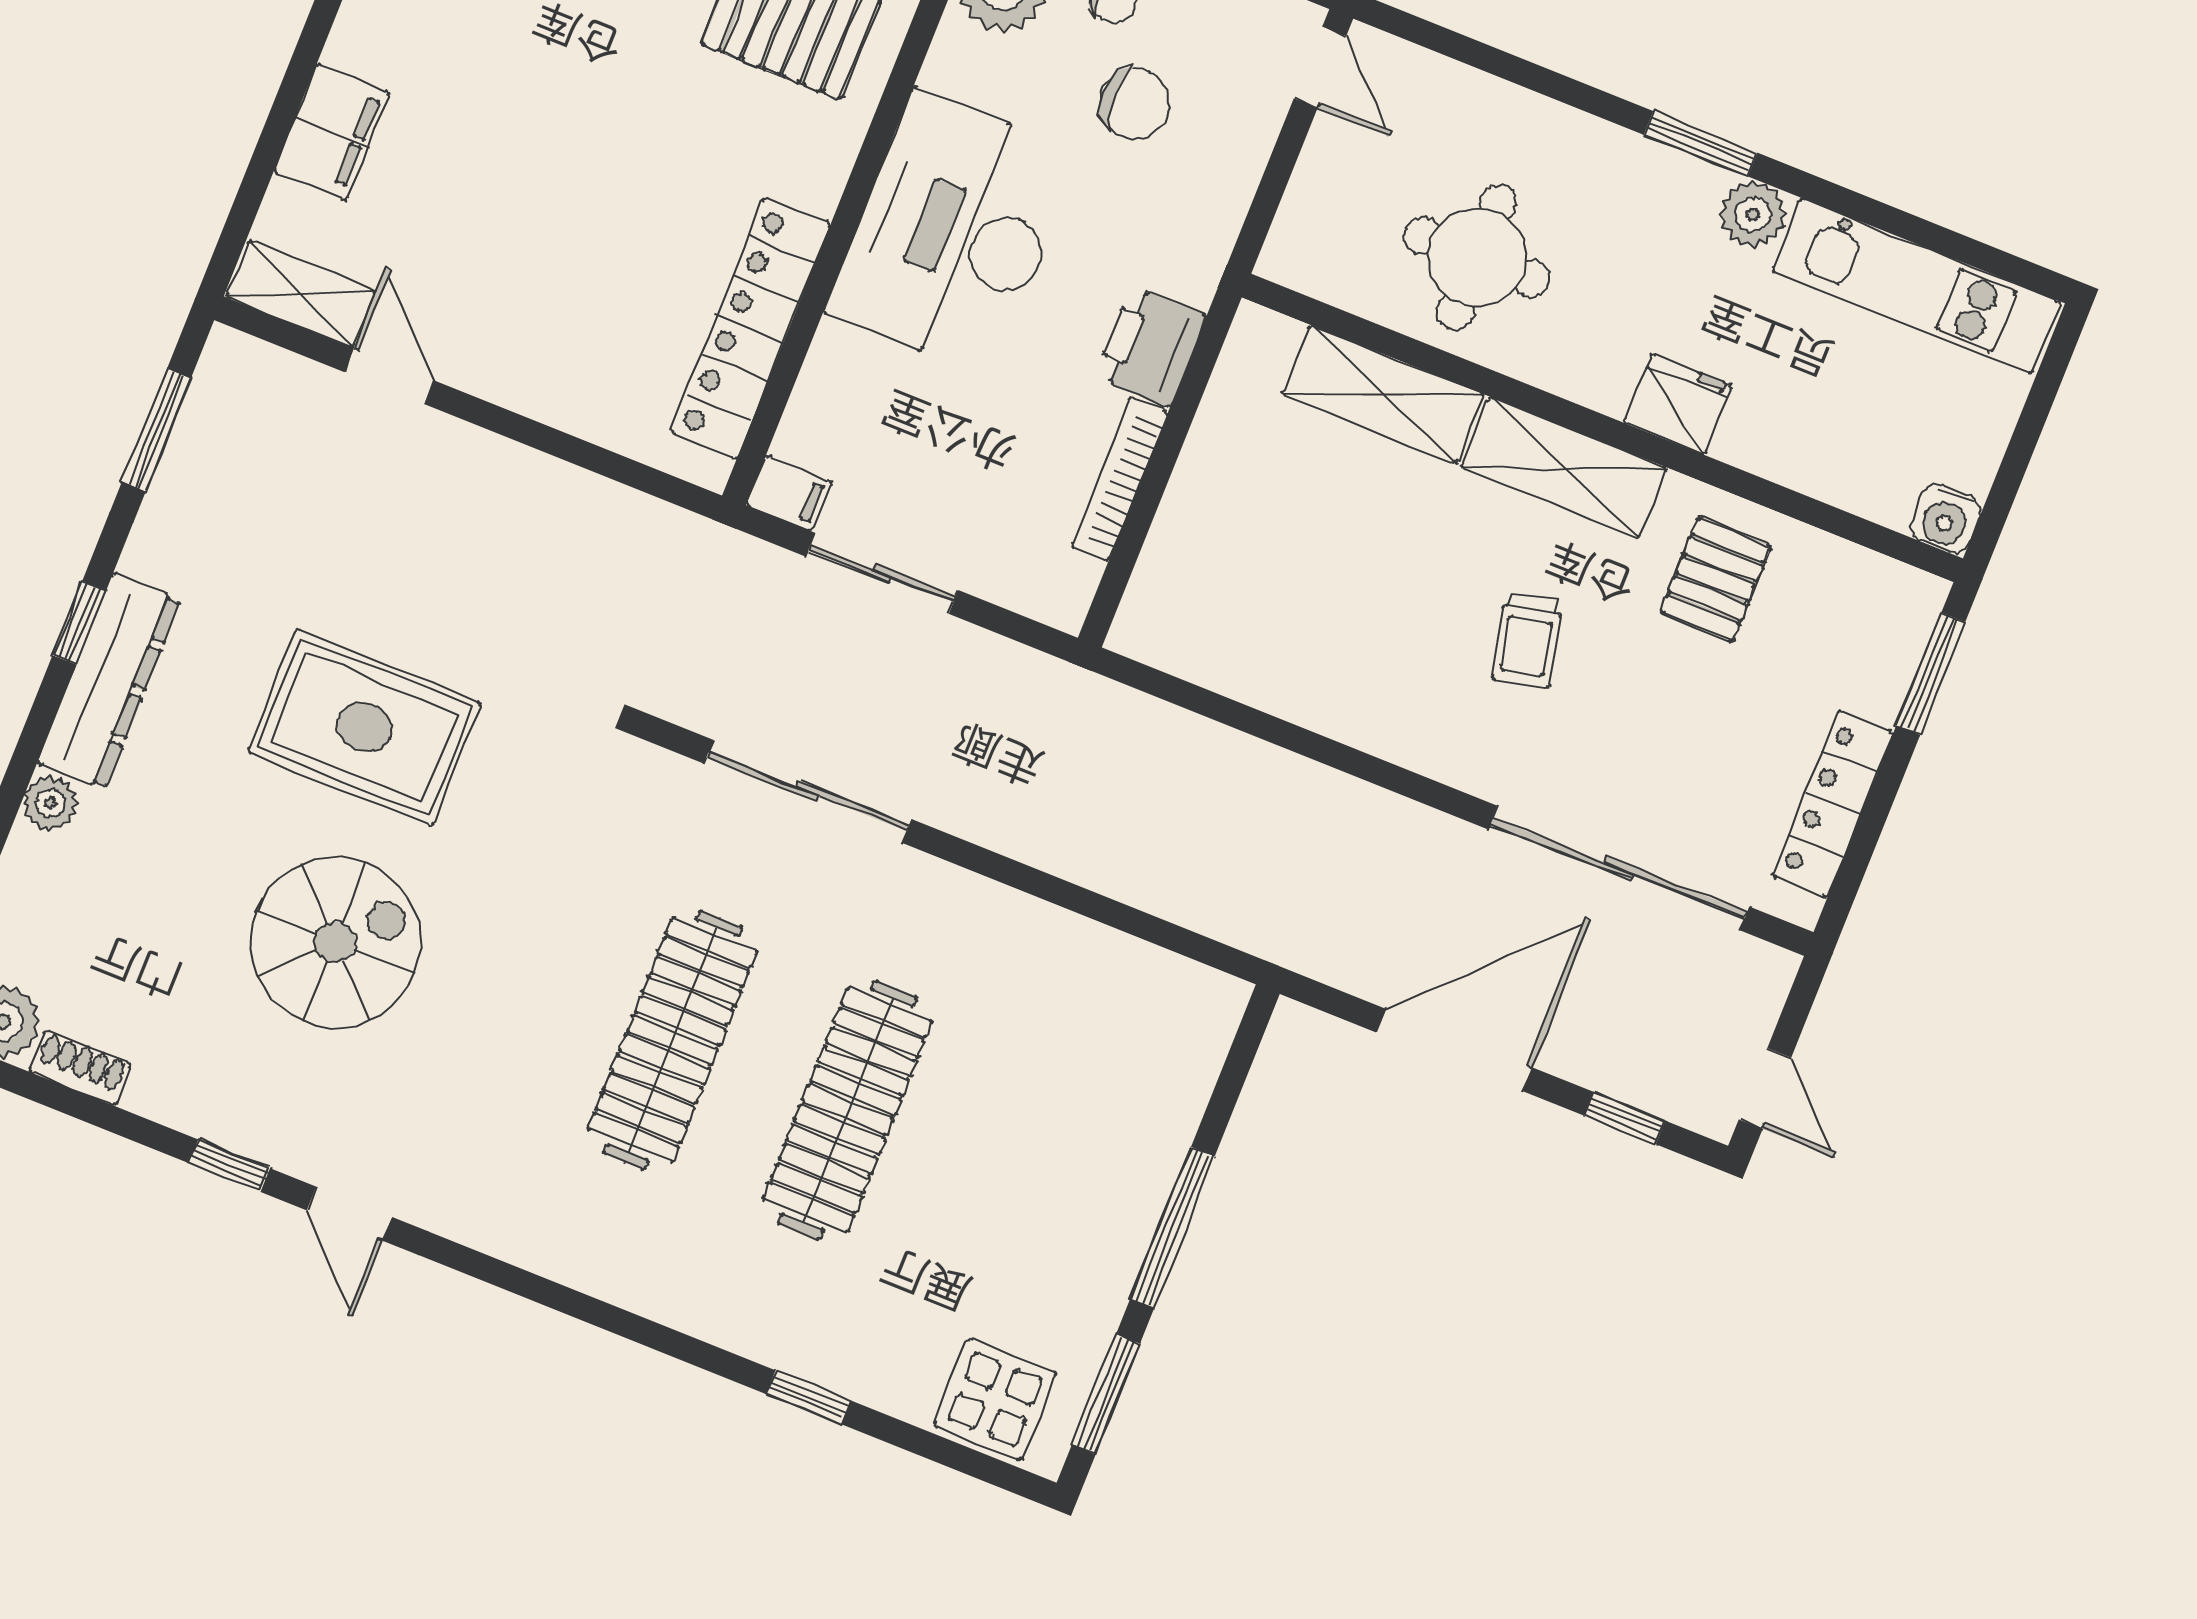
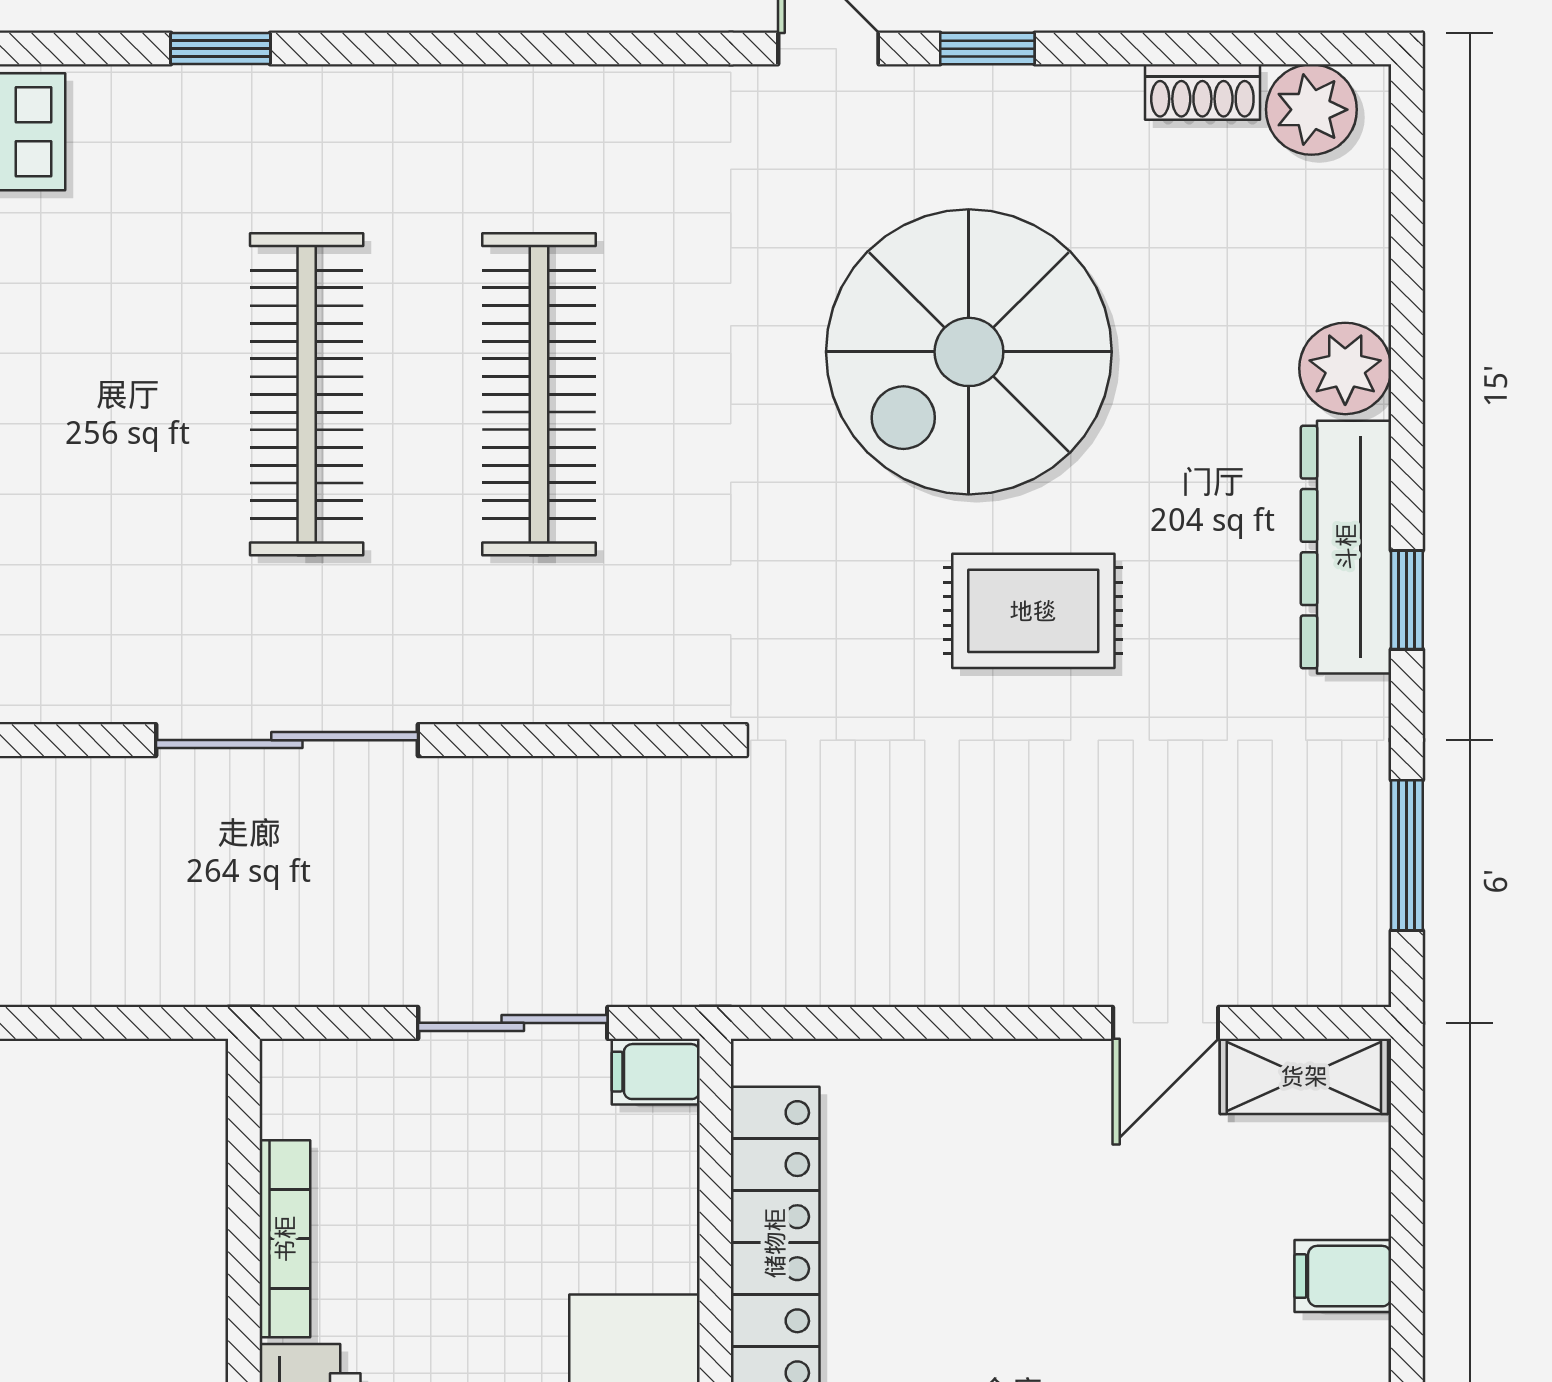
filing cabinet: (332, 132) -> (1343, 1276), width x0.50
door: (389, 376) -> (1166, 1023), hinge flipped
rug: (365, 727) -> (1033, 611), width x0.73, depth x0.70
sliding door: (808, 791) -> (287, 740), moved
plant: (50, 803) -> (1345, 368), width x1.38, depth x1.38
spiral stairs: (335, 942) -> (969, 352), width x1.37, depth x1.37

